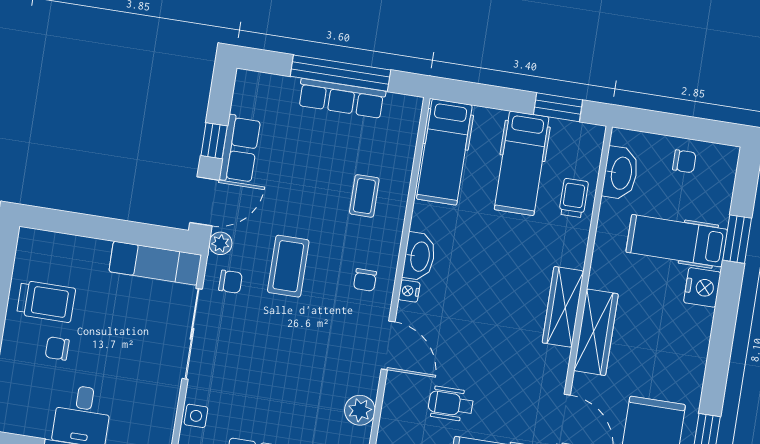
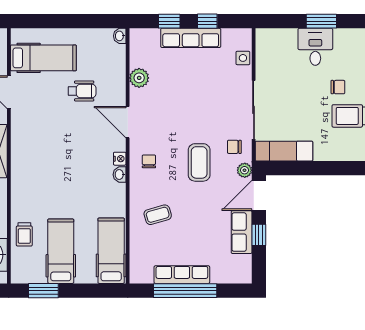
coffee table: (364, 196) -> (158, 215), turned 74
washbasin: (419, 256) -> (120, 175), width x0.52, depth x0.69
wardrobe: (563, 307) -> (20, 164), removed

